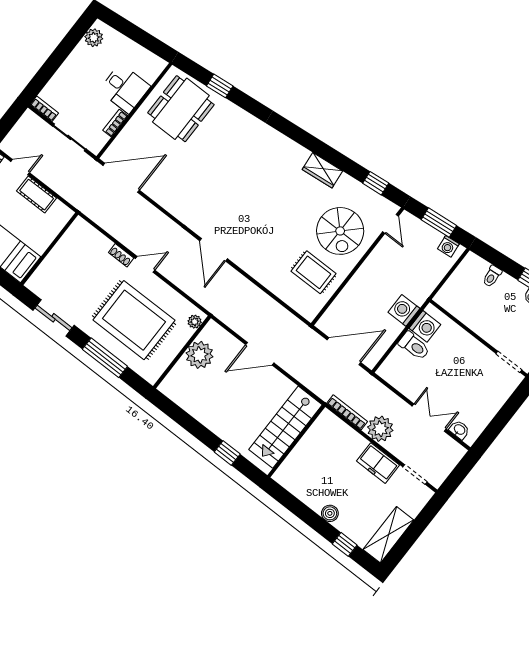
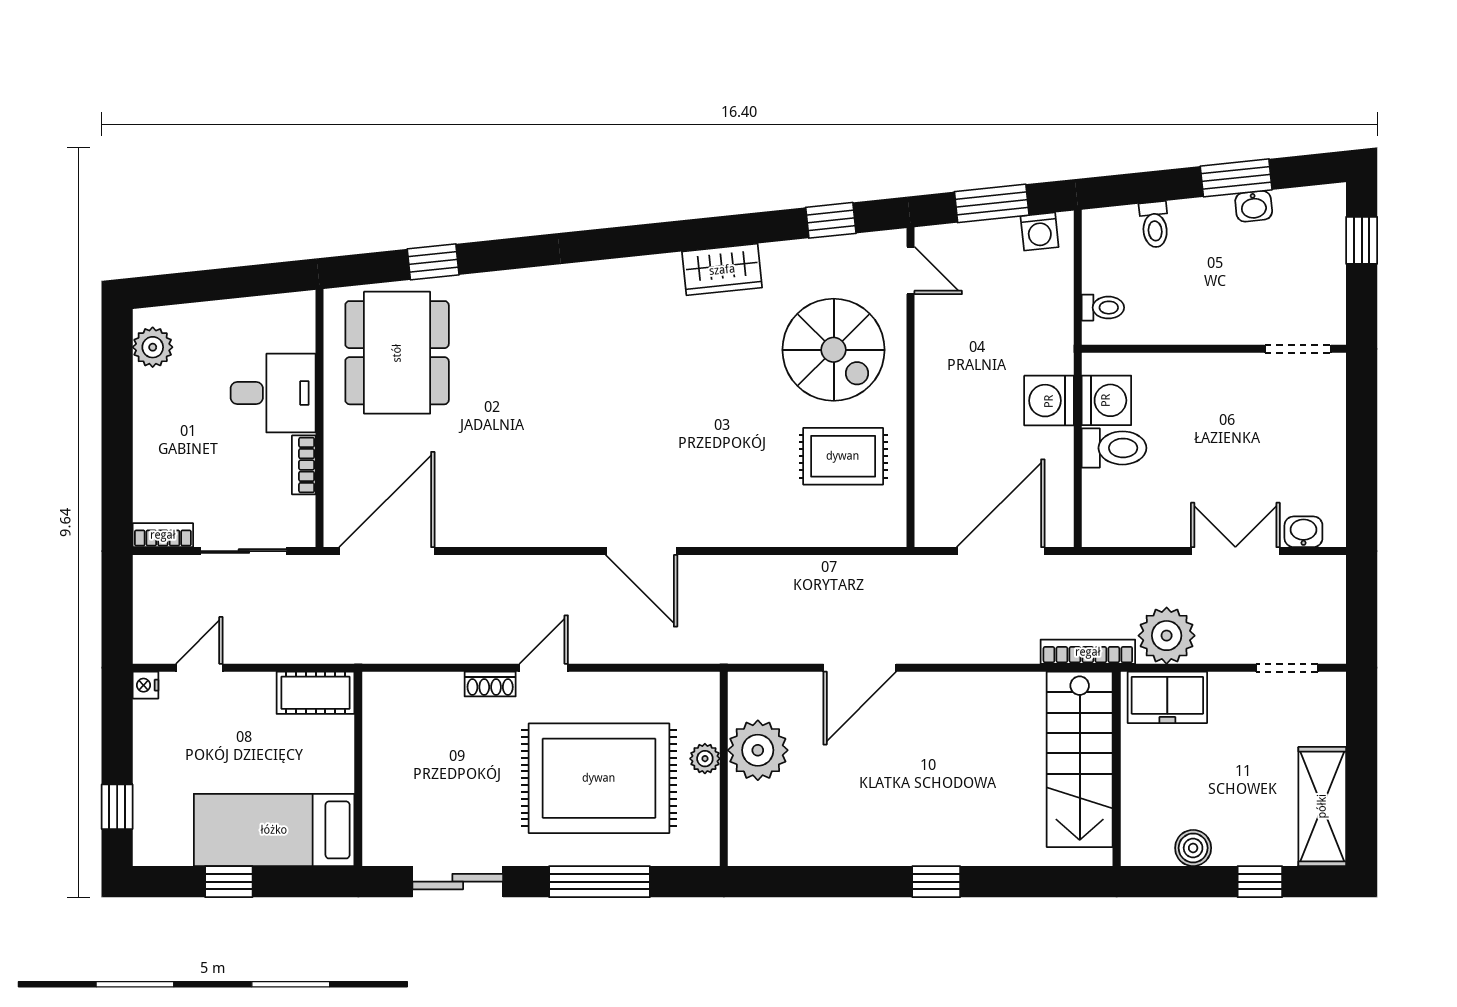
cot: (37, 195) -> (316, 693), moved
toilet: (450, 292) -> (1103, 308), added
plant: (195, 322) -> (705, 759), moved
stairs: (286, 427) -> (1080, 759), moved
wall: (296, 441) -> (1117, 769), moved
freezer: (378, 463) -> (1167, 697), moved

